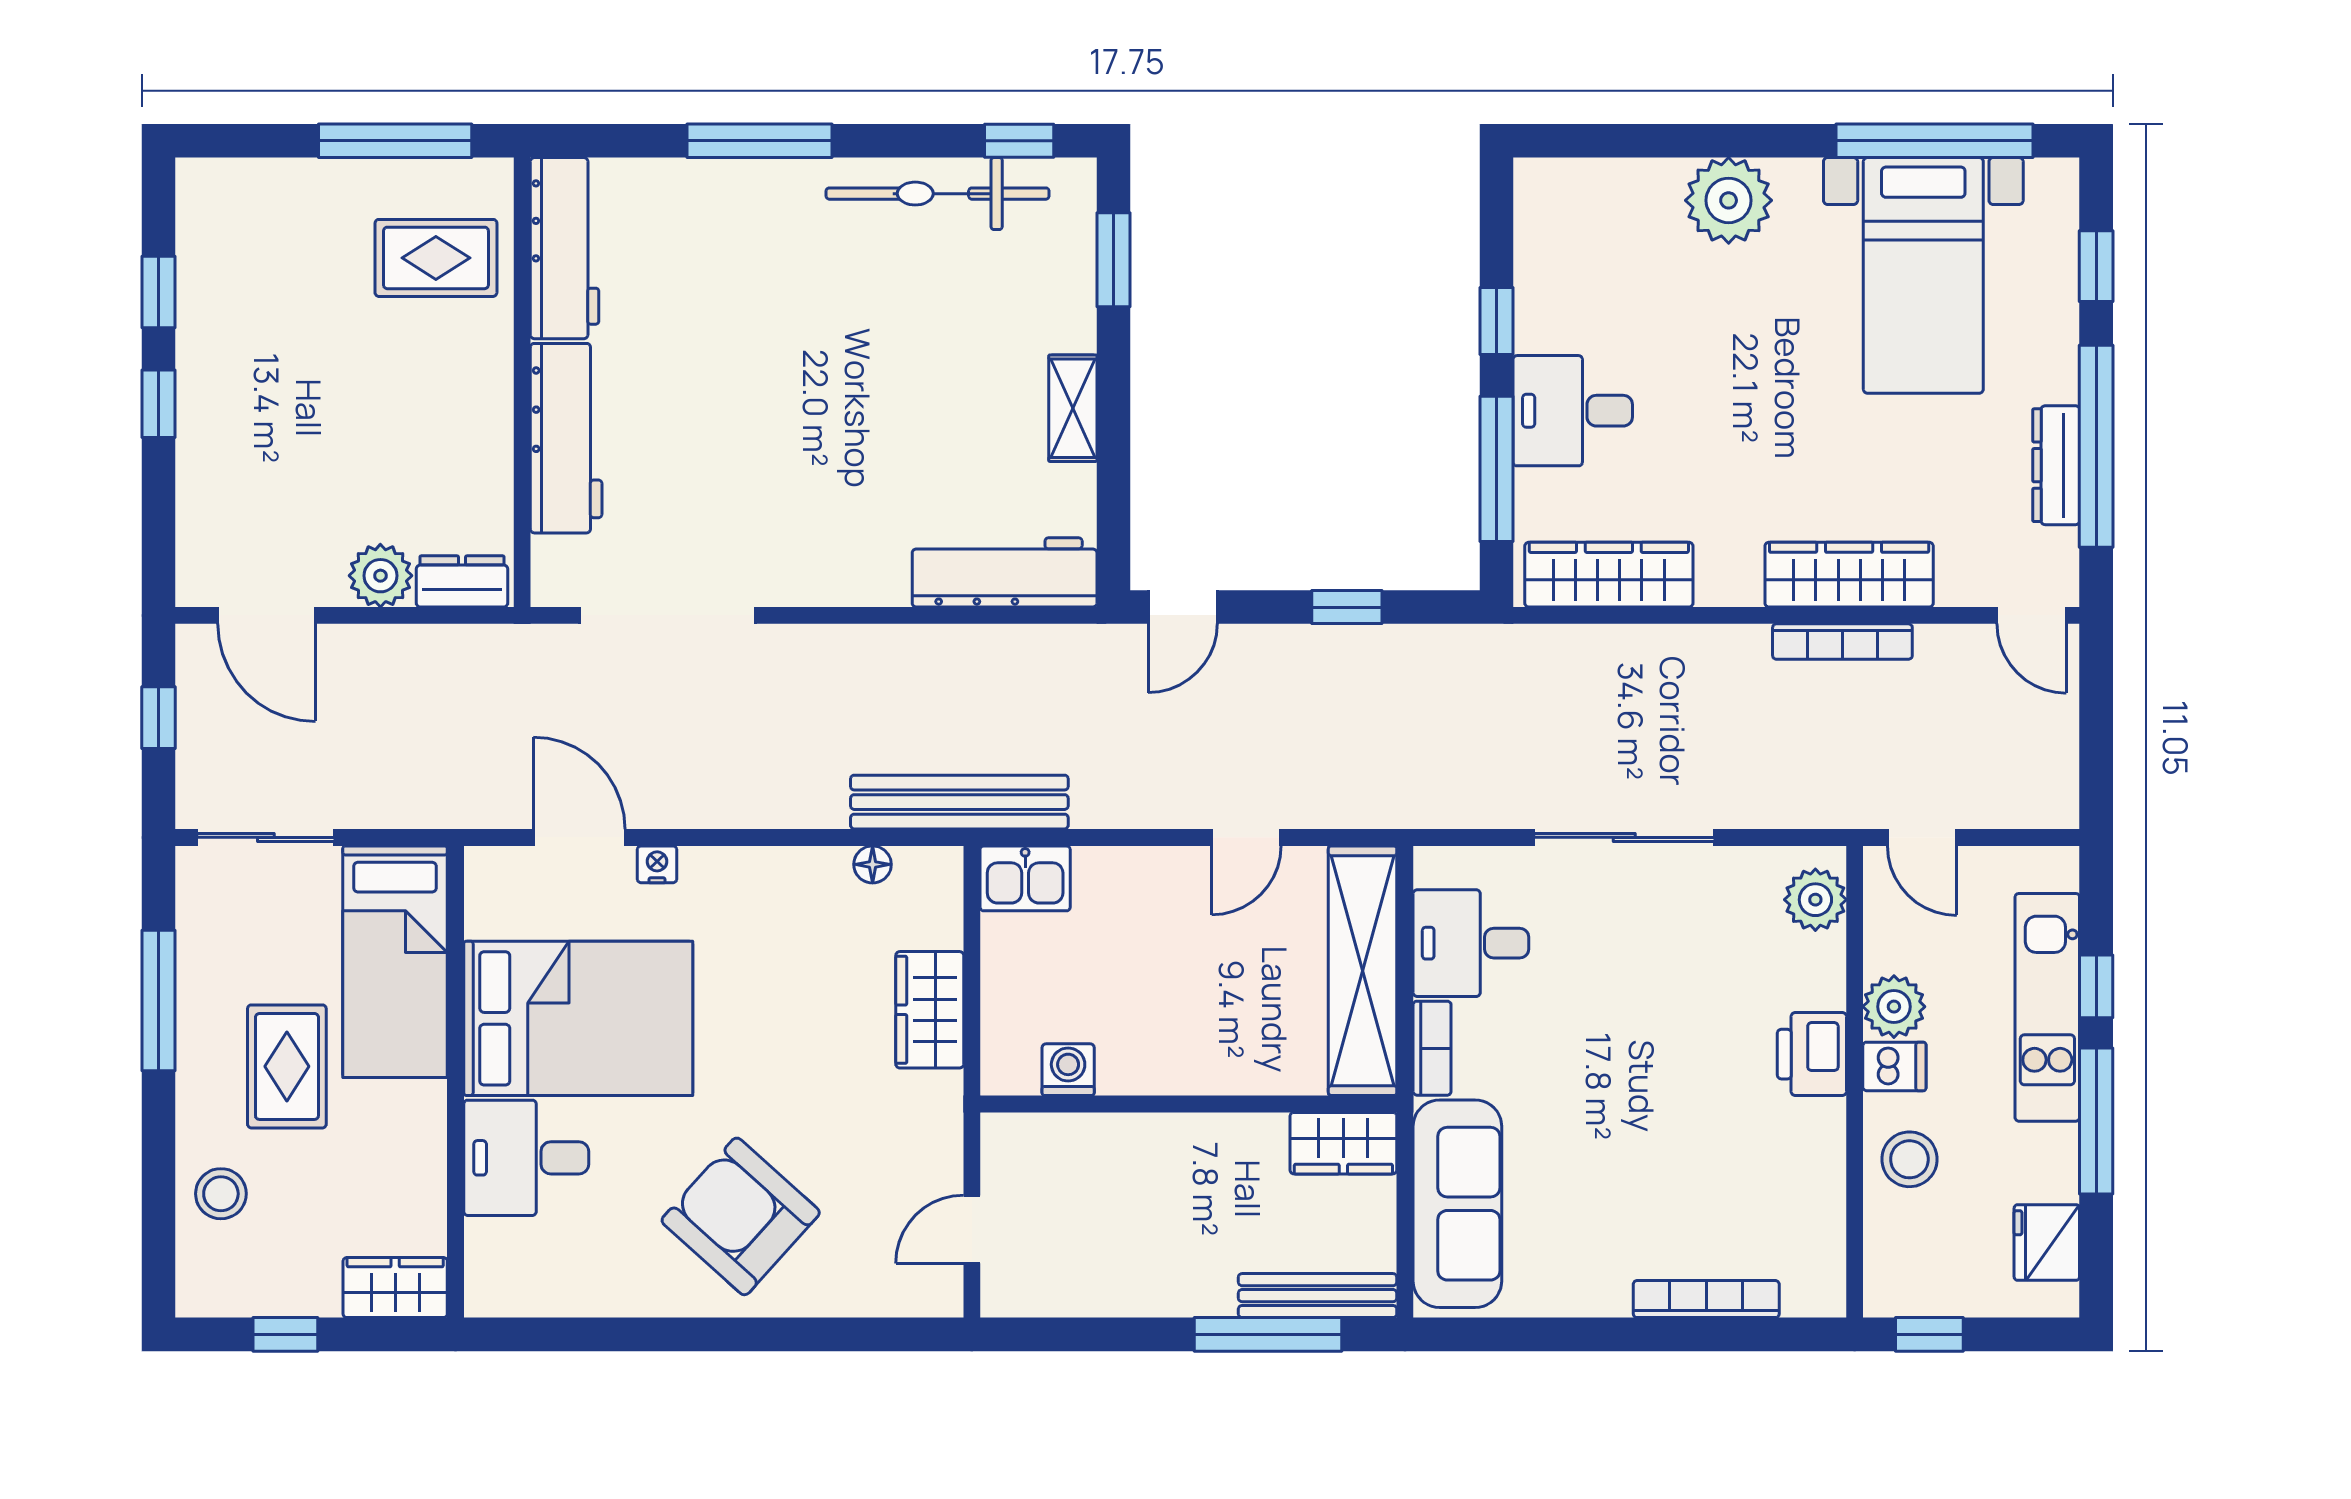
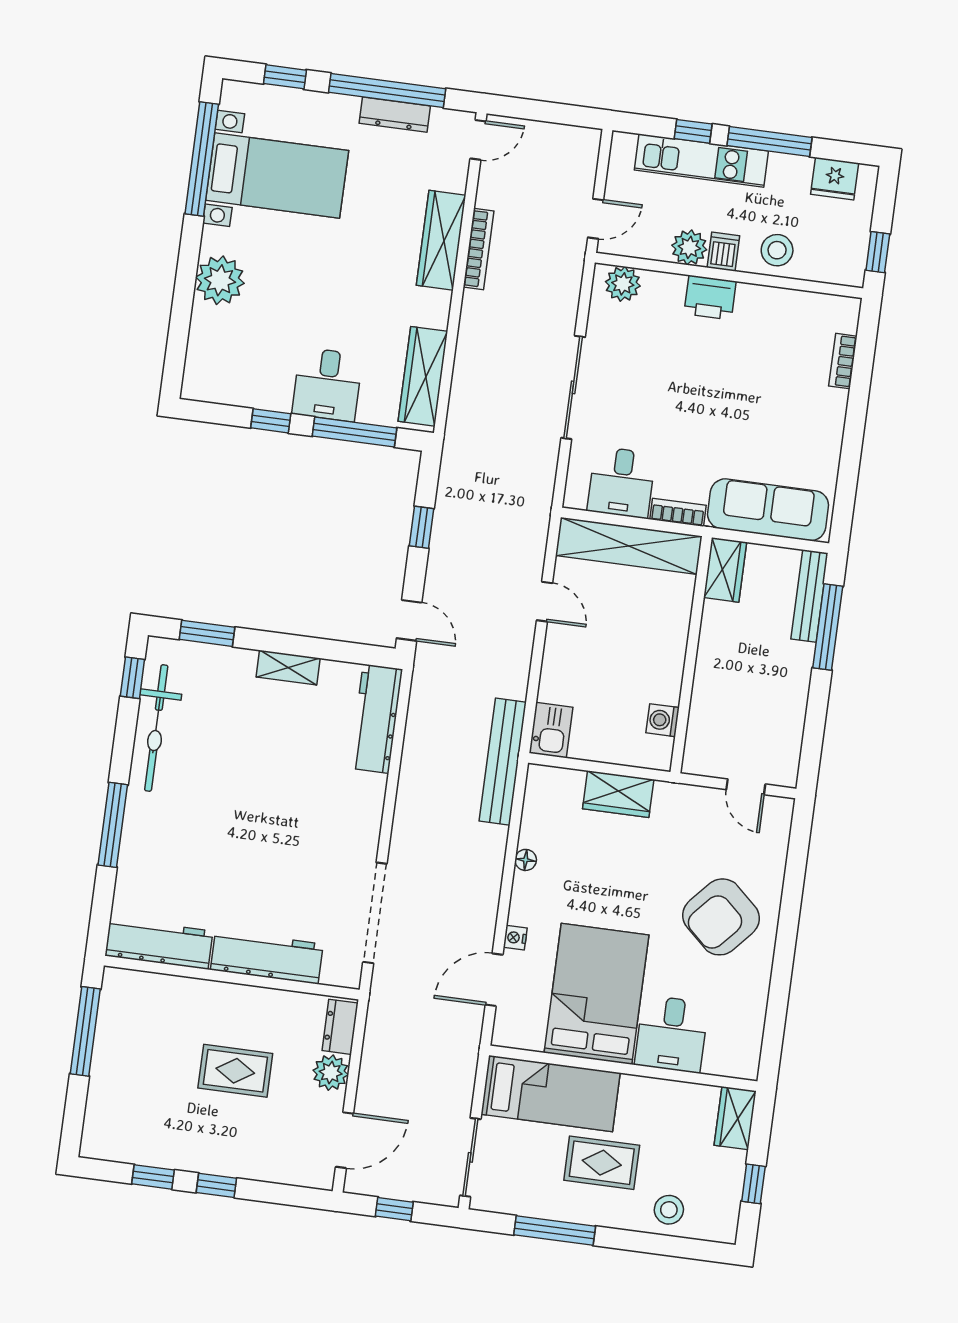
rug: (436, 258) -> (235, 1071), moved, turned 90
floor lamp: (873, 864) -> (526, 860), moved
bookcase: (1706, 1299) -> (843, 361), width x0.64

